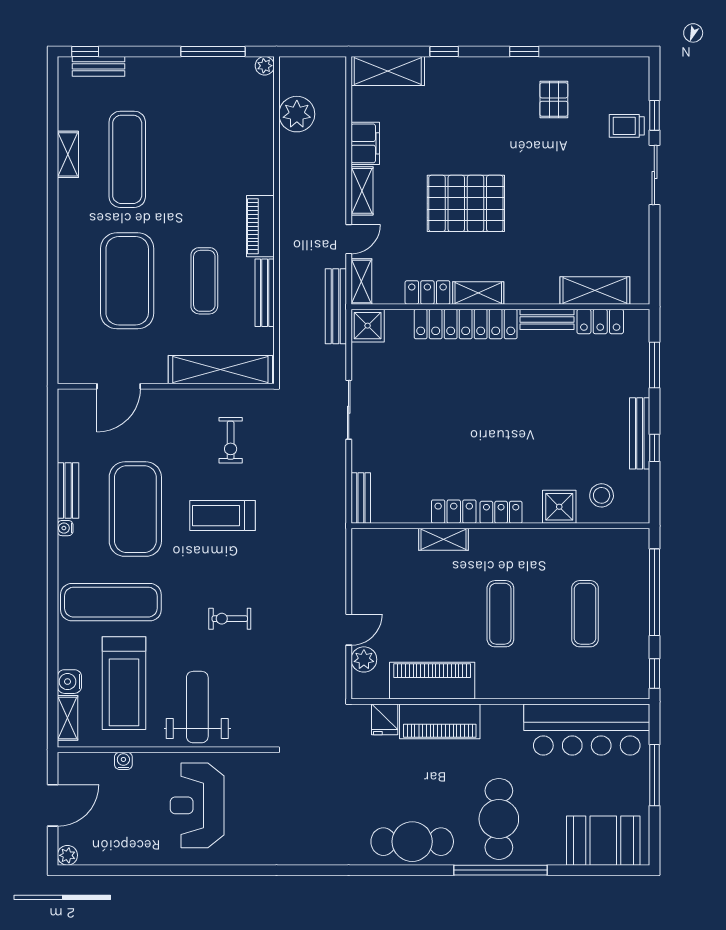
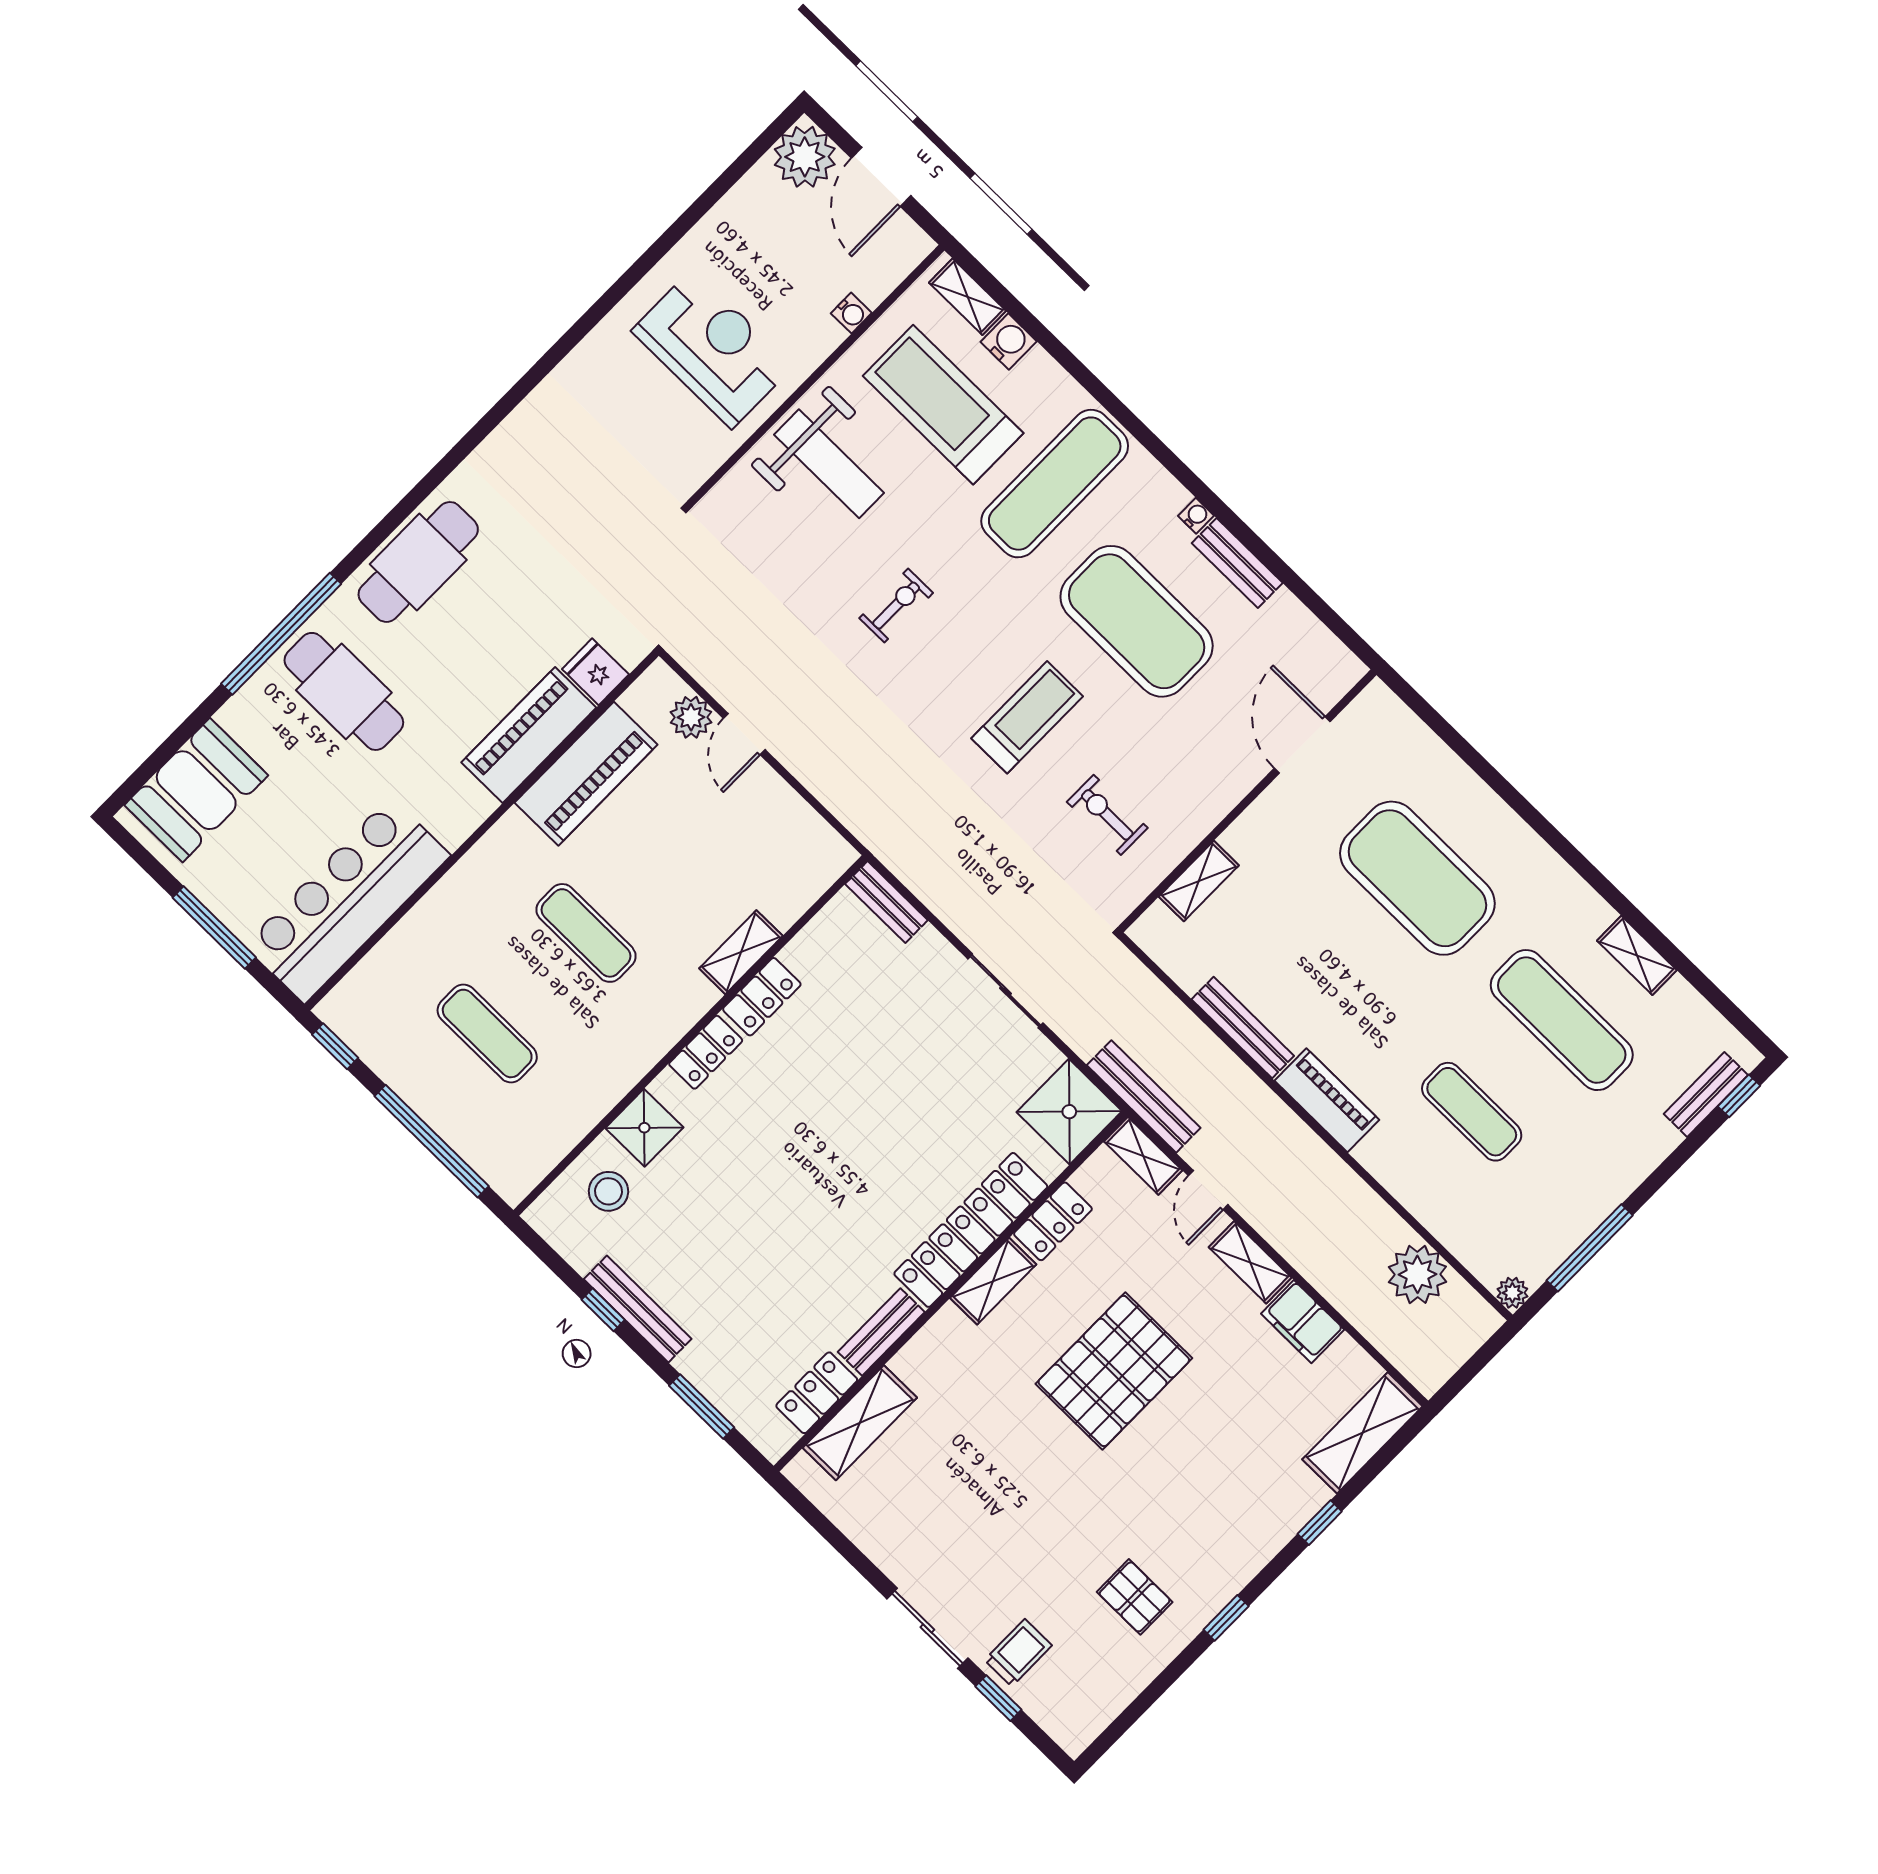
exercise mat: (204, 281) -> (1472, 1112), moved
shower: (368, 326) -> (1069, 1112), width x1.36, depth x1.36
shelving: (220, 370) -> (1199, 881), width x0.45, depth x0.75
plant: (67, 855) -> (805, 157), width x1.88, depth x1.88

